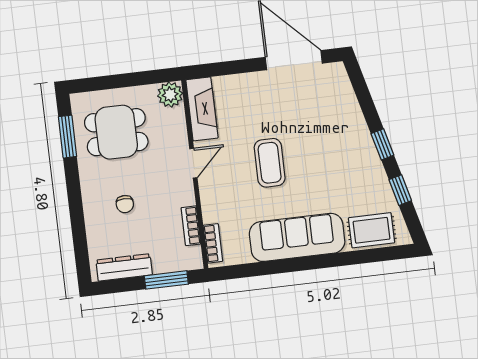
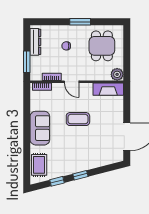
window: (67, 137) -> (80, 22), moved
door: (193, 163) -> (72, 82), moved
sofa: (297, 237) -> (40, 128), width x0.73

